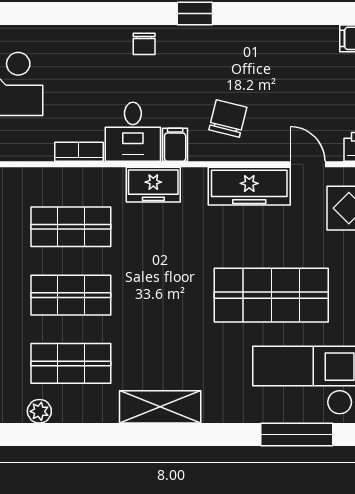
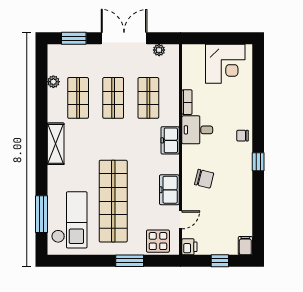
filing cabinet: (175, 145) -> (191, 152), removed
freezer: (249, 186) -> (169, 190), width x0.71
shop shelf: (271, 295) -> (113, 201), width x1.40

